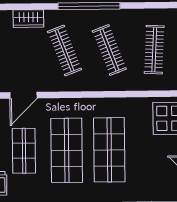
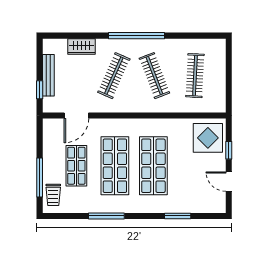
clothes rail: (64, 50) -> (114, 76), turned 45

